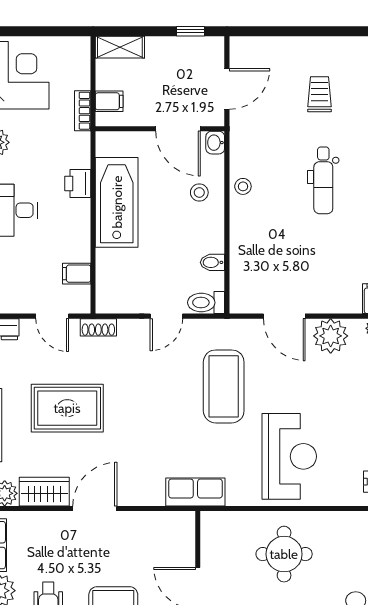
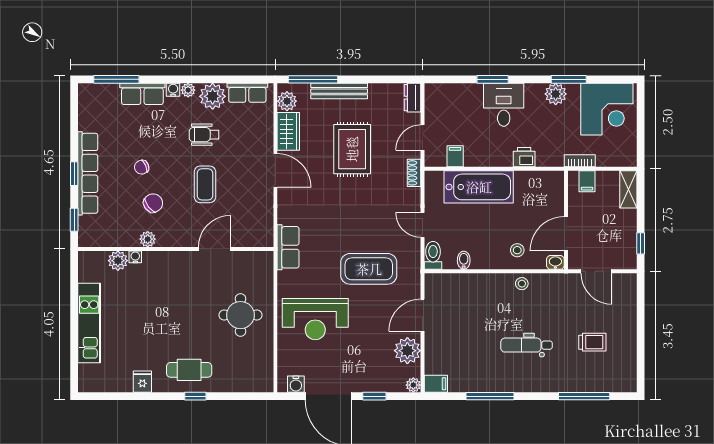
bathtub: (117, 202) -> (479, 187), moved

